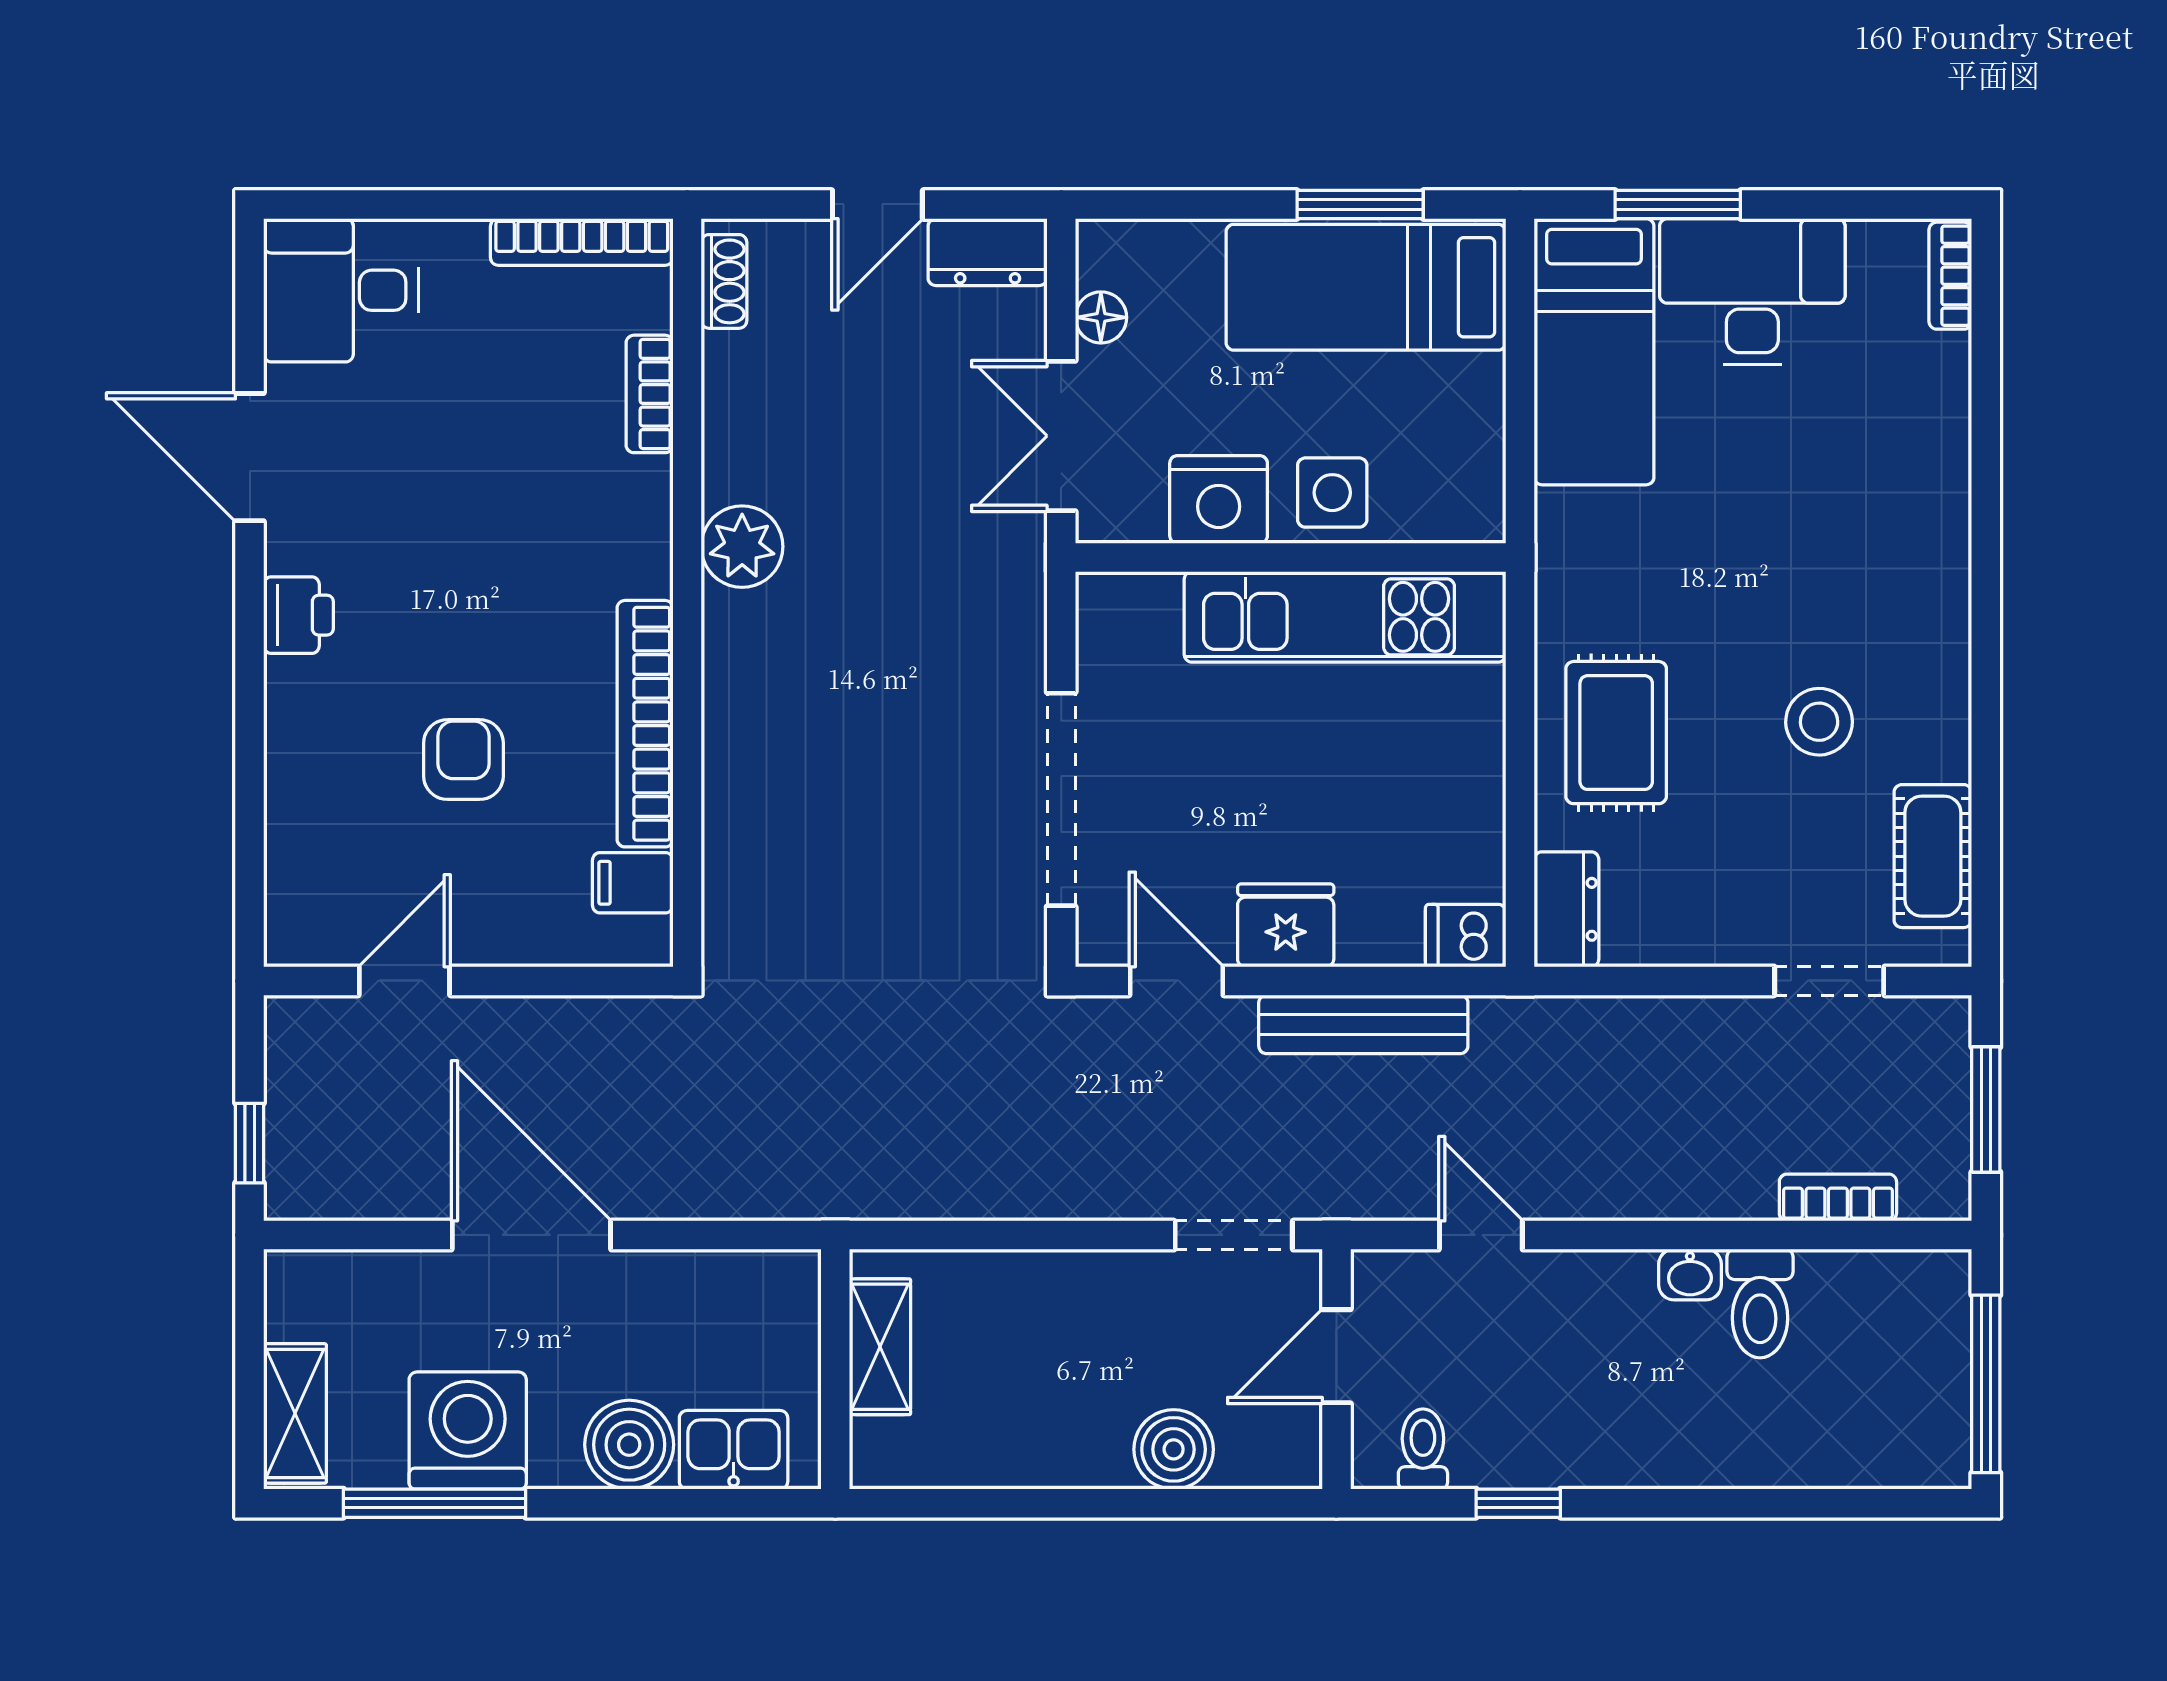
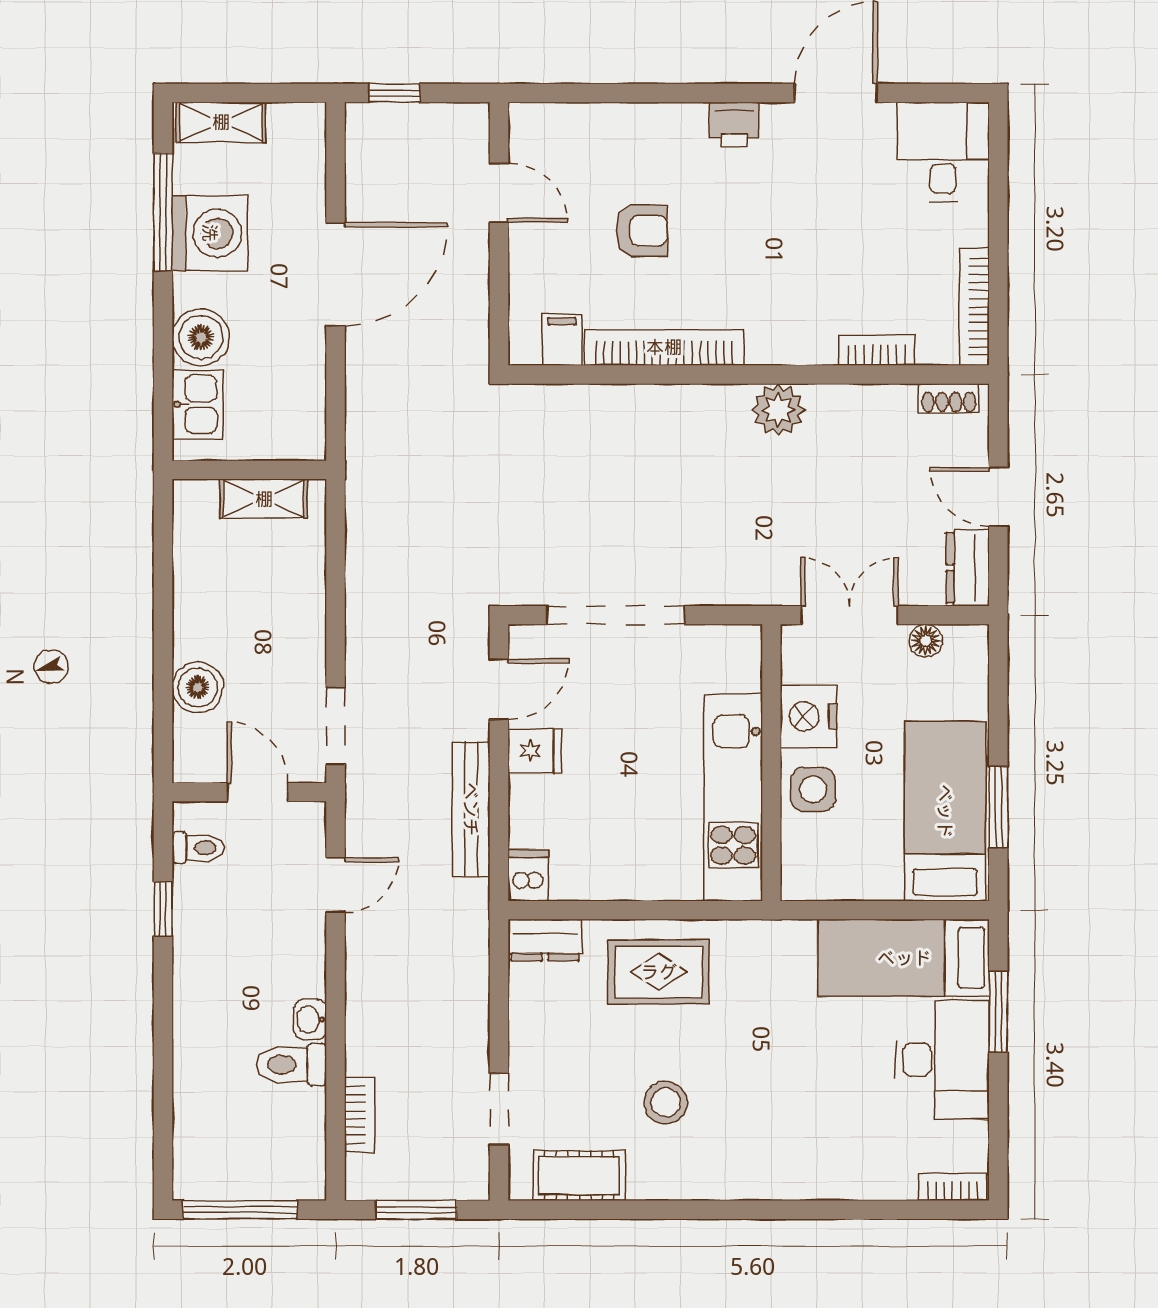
fridge: (1286, 925) -> (535, 751), width x0.72

